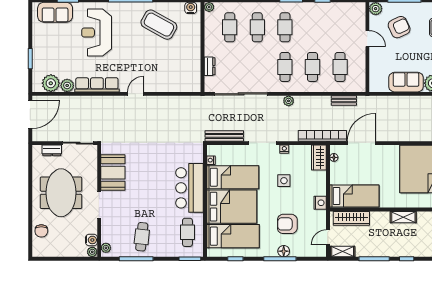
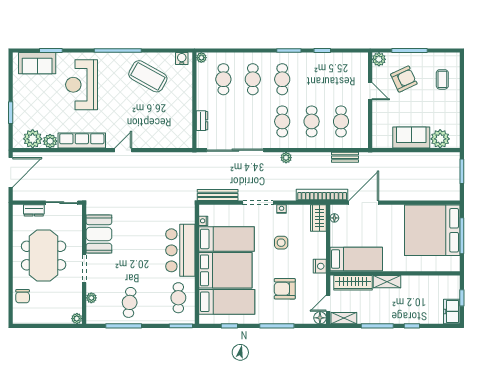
shelving: (403, 217) -> (387, 282), moved
water cooler: (91, 240) -> (76, 306), removed
plant: (106, 248) -> (91, 298), moved
floor lamp: (284, 251) -> (320, 318), moved

